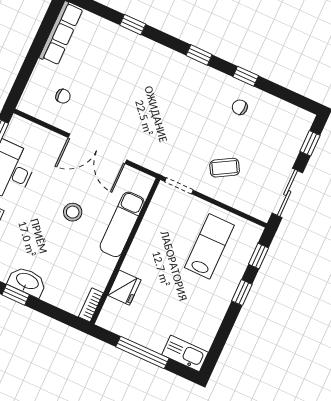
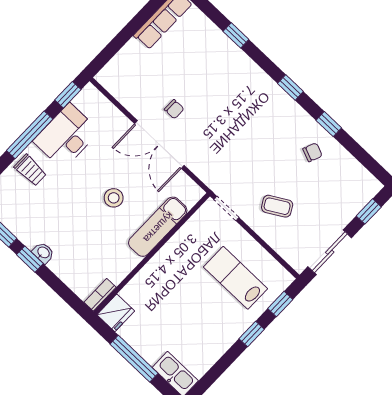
chair: (63, 96) -> (174, 109), moved
chair: (240, 107) -> (312, 152), turned 107
lab bench: (209, 246) -> (235, 278), turned -90
washbasin: (27, 282) -> (43, 253), width x0.52, depth x0.69
fridge: (124, 288) -> (116, 313), moved

